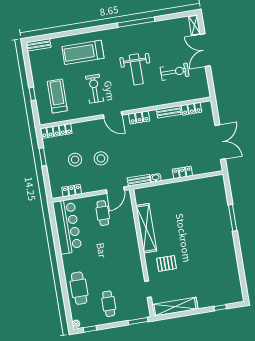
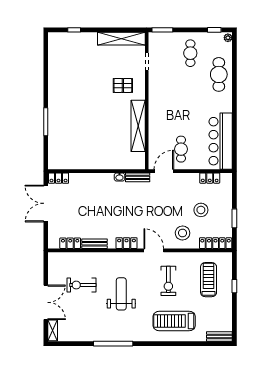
treadmill: (83, 52) -> (174, 321), turned 180
treadmill: (57, 96) -> (209, 280), turned 180
stool: (101, 158) -> (183, 233), moved
locker: (182, 172) -> (59, 178), moved

